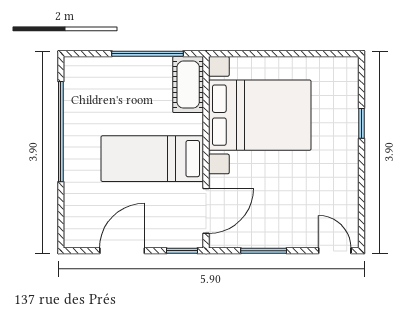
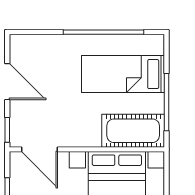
cot: (188, 85) -> (133, 131), width x1.37, depth x1.34
bed: (152, 159) -> (123, 74), moved, turned -90

